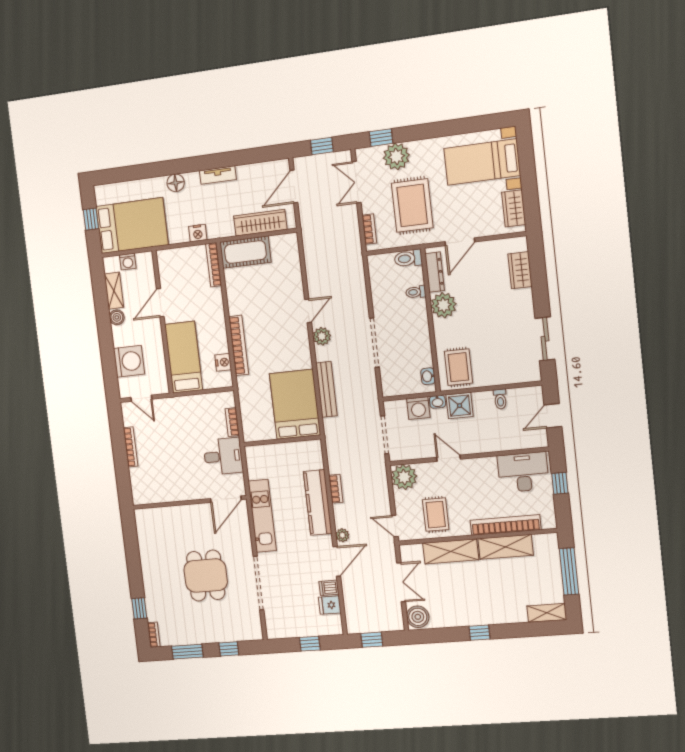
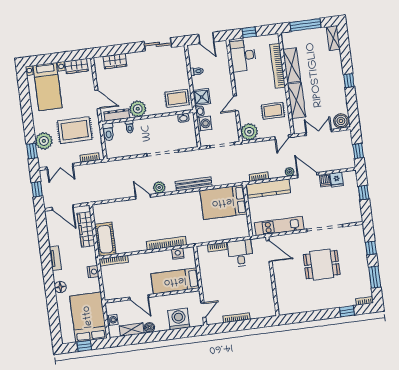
bed: (295, 404) -> (223, 202), moved
wall: (282, 441) -> (248, 211), moved

